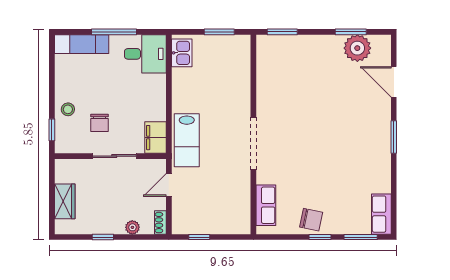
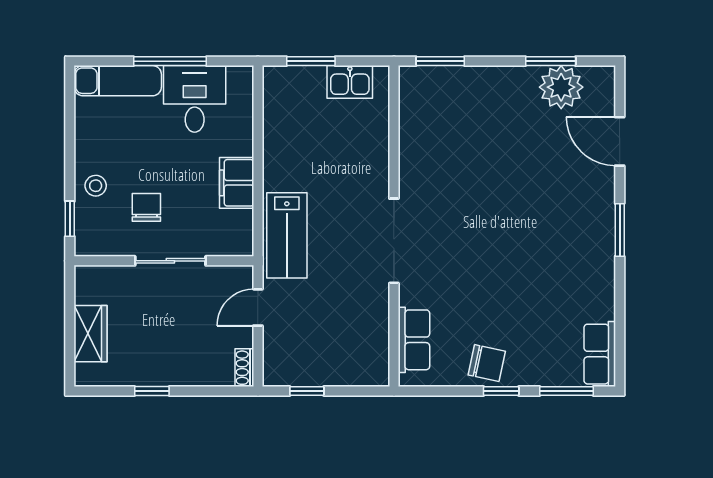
window: (219, 32) -> (311, 61), moved
kitchen sink: (182, 53) -> (350, 82), moved, turned 90
desk: (145, 54) -> (195, 99), moved, turned -90
chair: (100, 123) -> (146, 207), turned 180
filing cabinet: (156, 138) -> (237, 183), moved
plant: (132, 227) -> (200, 375), removed

